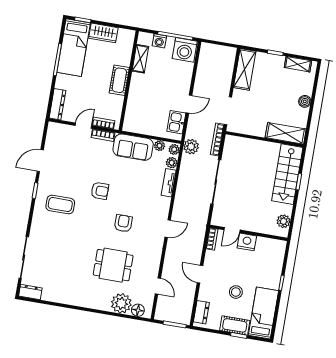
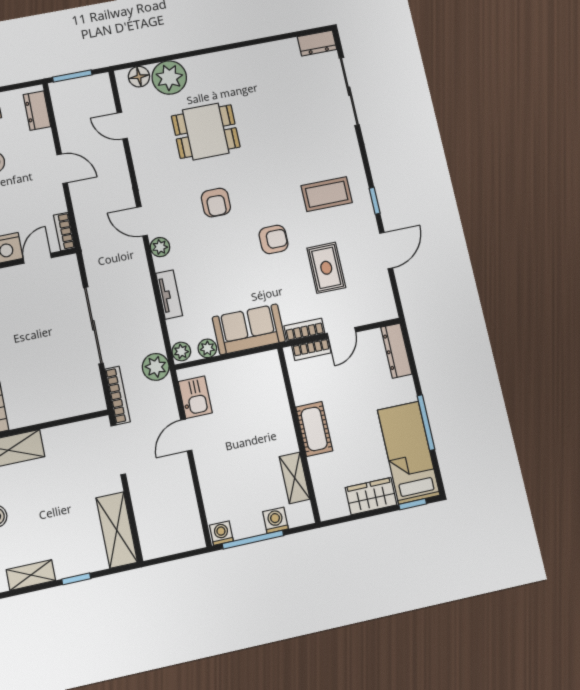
washing machine: (185, 50) -> (221, 533), width x0.53, depth x0.53
plant: (172, 163) -> (160, 247), moved
rug: (77, 164) -> (326, 268), added
armchair: (100, 191) -> (274, 239), turned 180
door: (168, 229) -> (142, 221), hinge flipped

